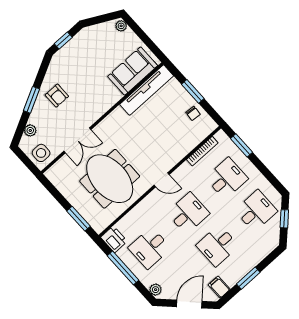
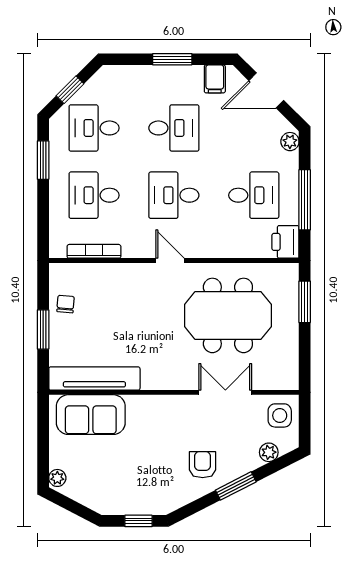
window: (242, 145) -> (43, 160), moved
meeting table: (110, 179) -> (228, 315), turned 90

